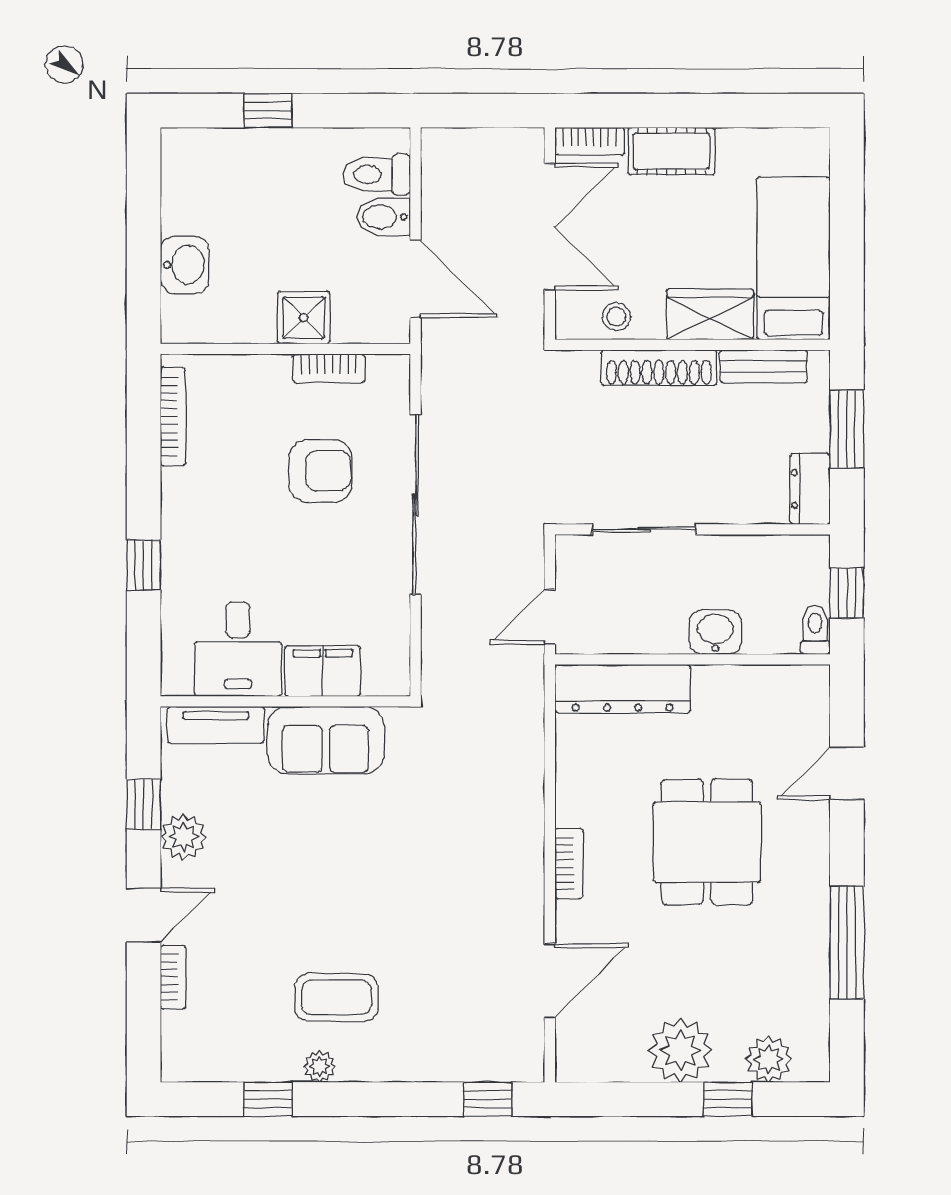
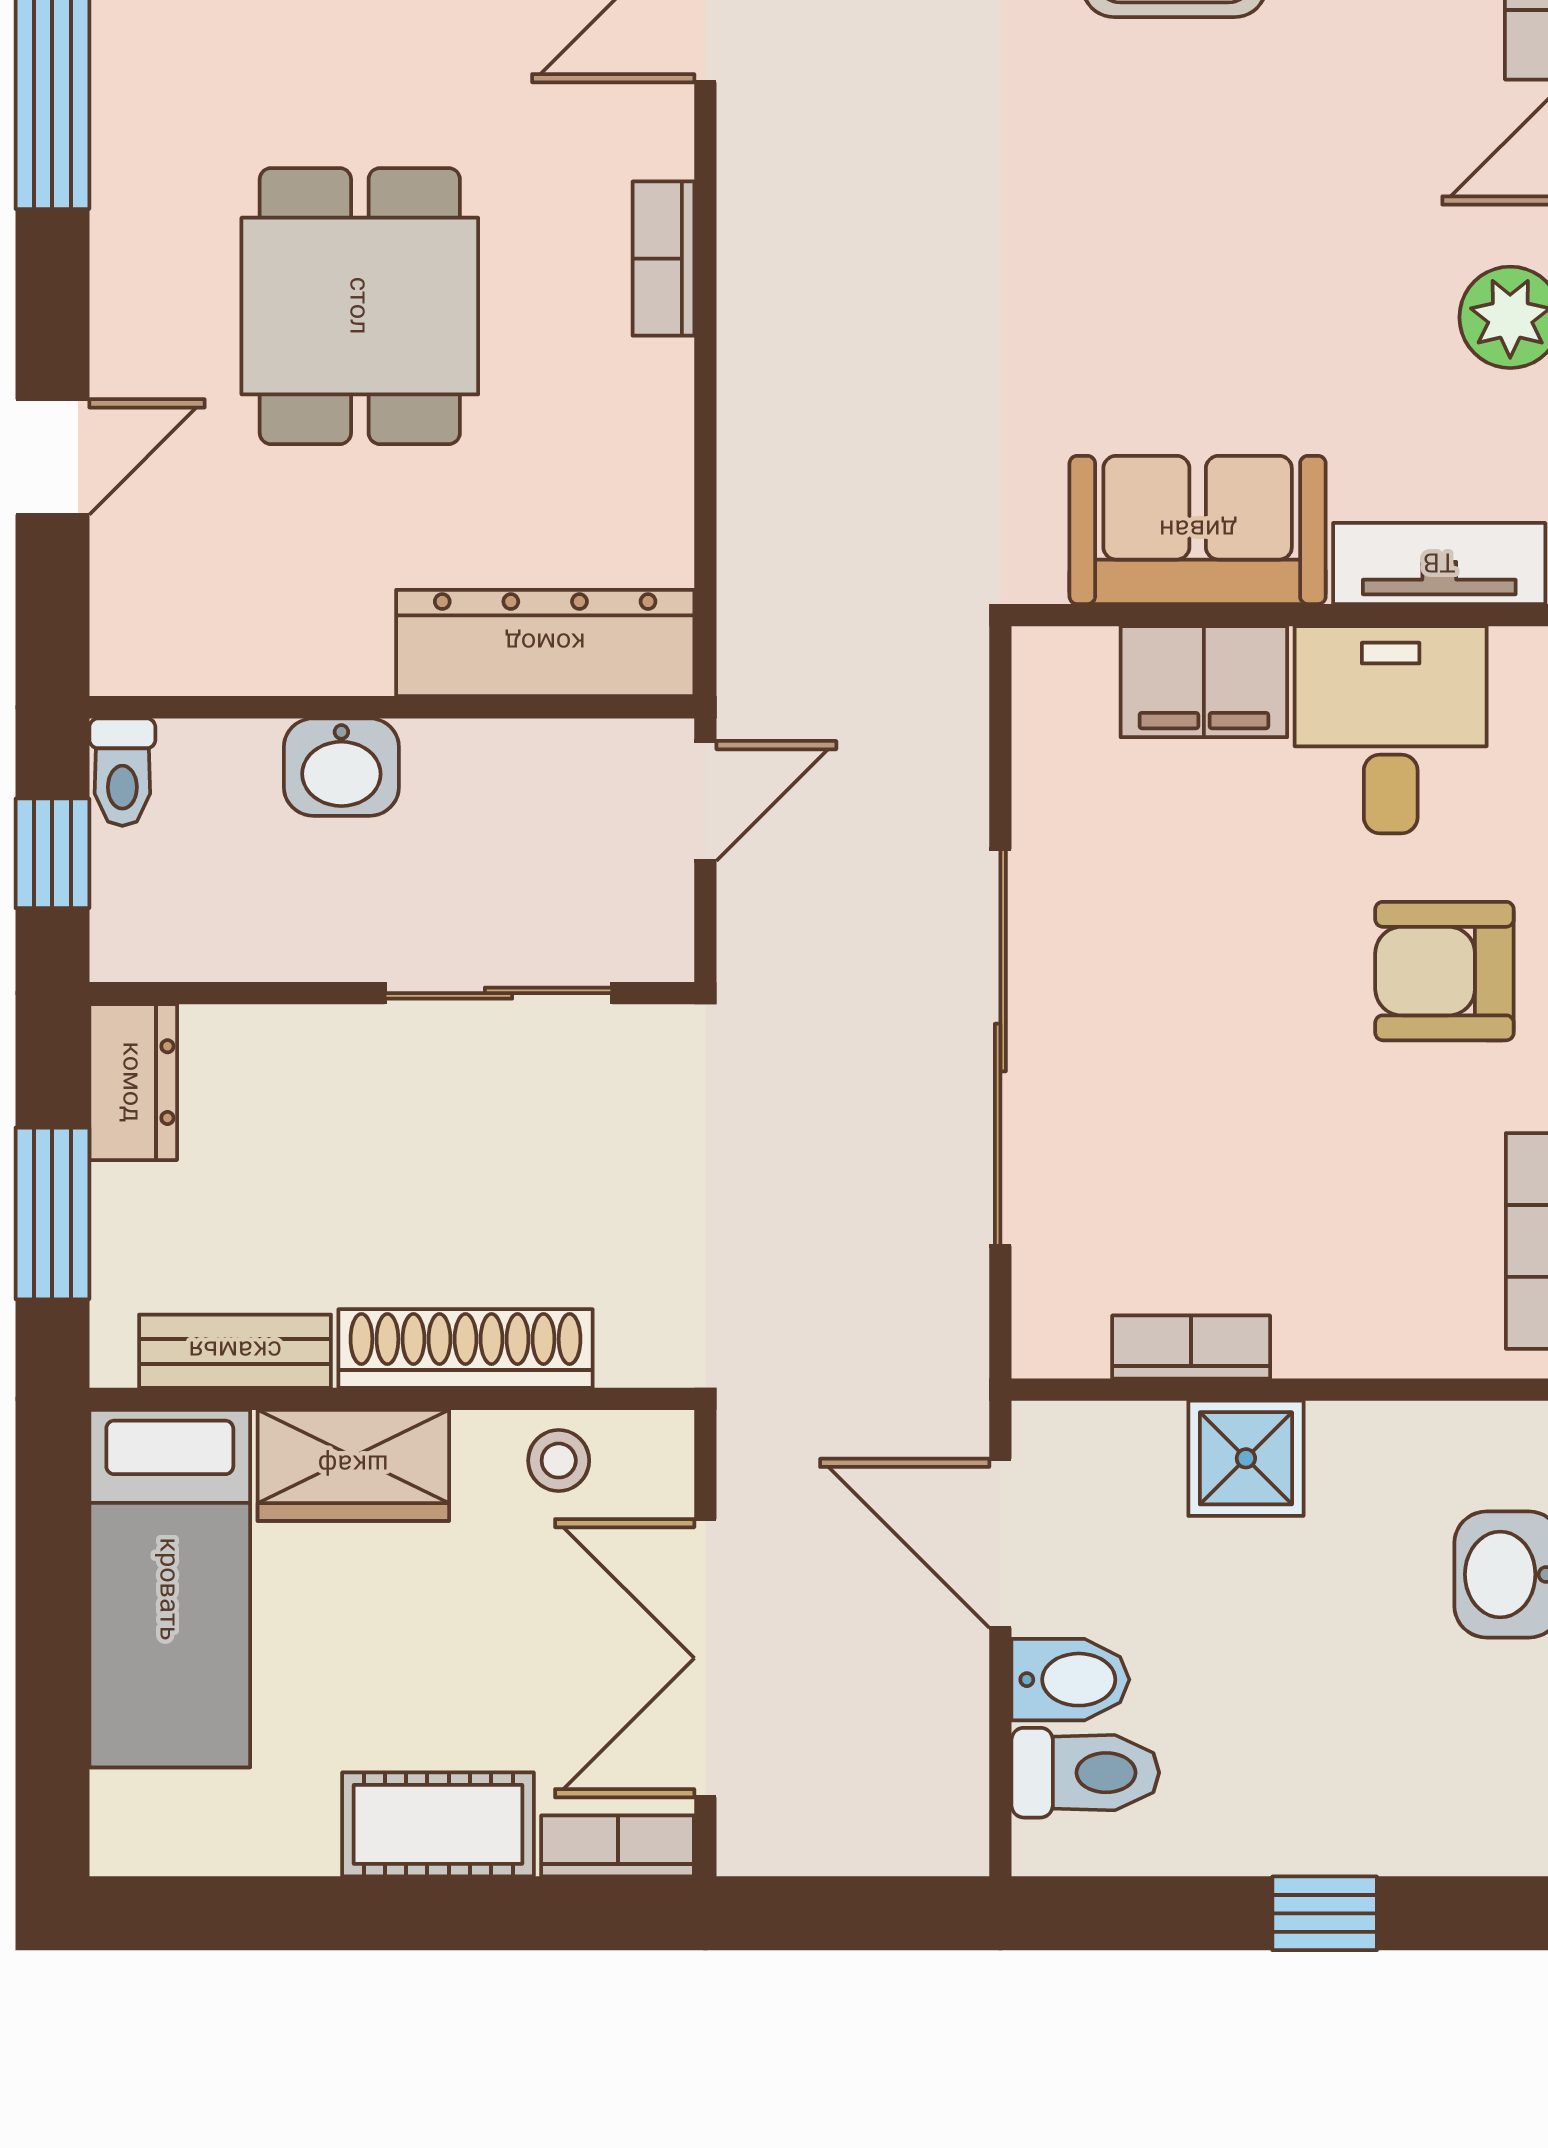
armchair: (321, 471) -> (1444, 971), moved

